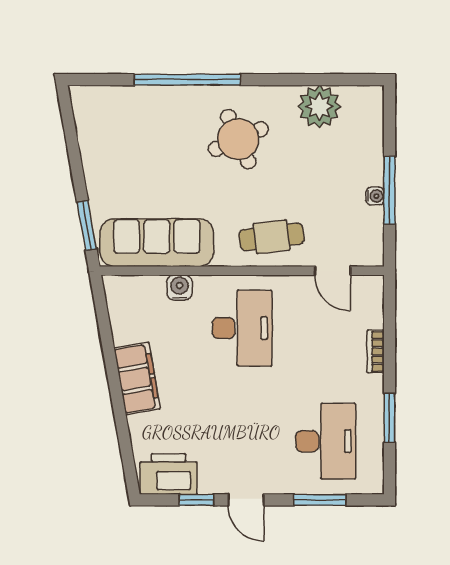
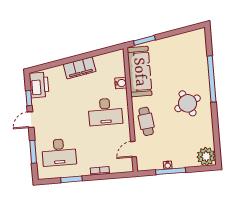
plant: (319, 107) -> (206, 156), moved

